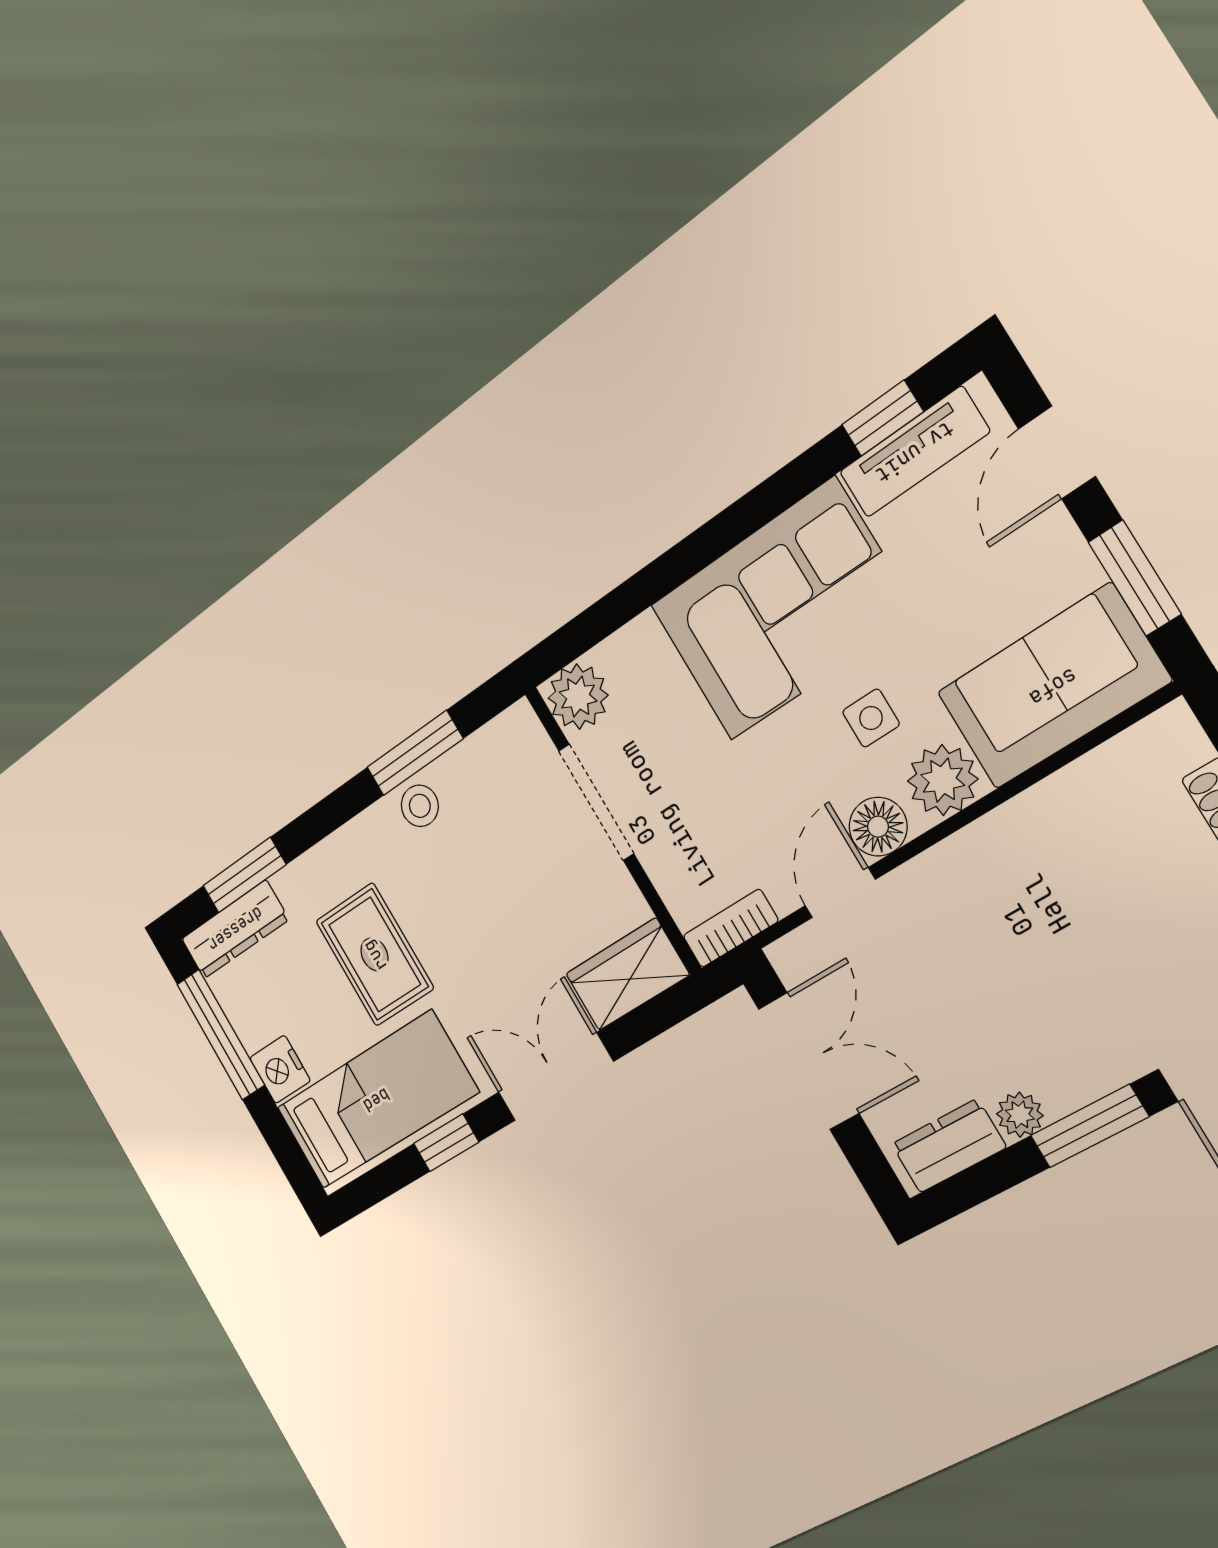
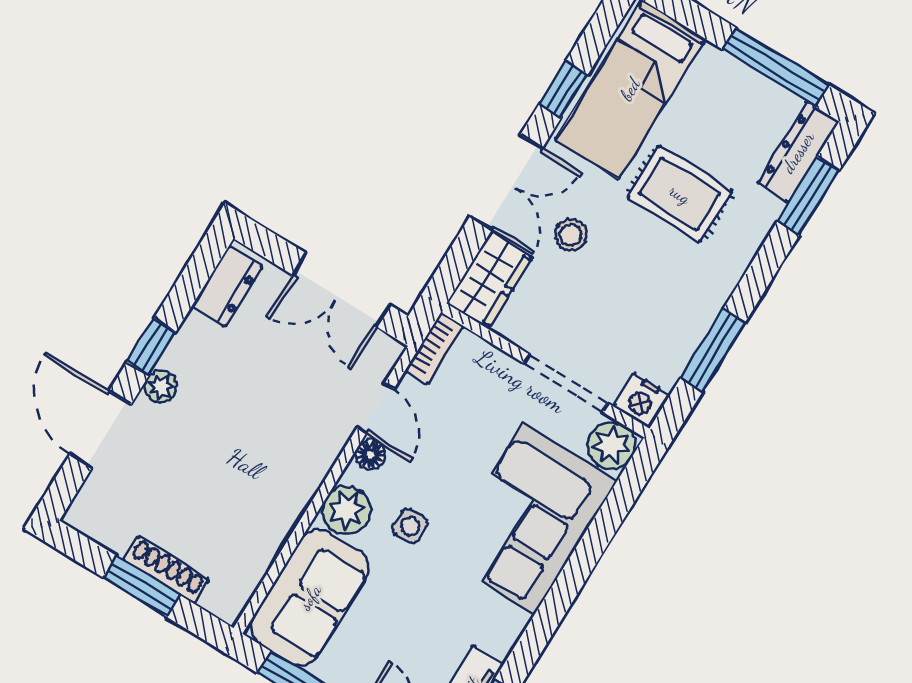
corner sofa: (782, 610) -> (528, 518), moved
stool: (420, 806) -> (571, 235), moved
floor lamp: (878, 827) -> (370, 454), width x0.73, depth x0.73
nightstand: (280, 1069) -> (642, 401), moved, turned 180
plant: (1020, 1115) -> (160, 387), moved
window: (1089, 1126) -> (151, 347), width x0.67

